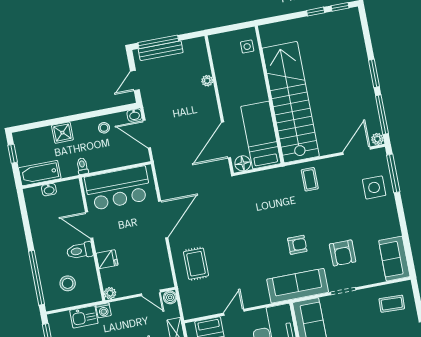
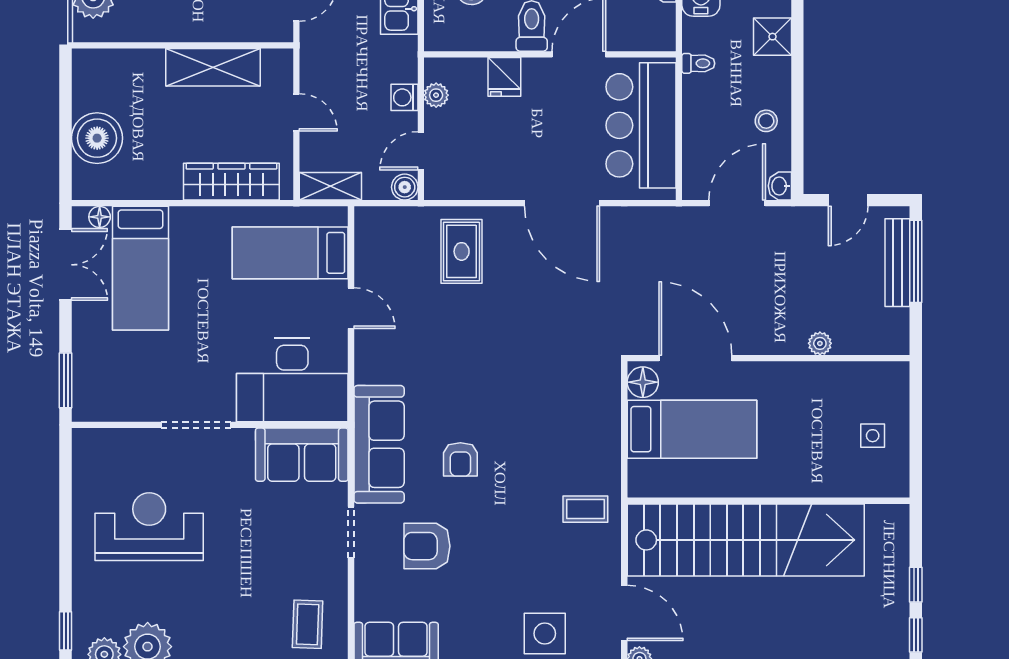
door: (135, 81) -> (848, 200), swing flipped
wall: (269, 95) -> (769, 501), moved
stairs: (291, 102) -> (746, 540), moved
rug: (196, 264) -> (462, 251), turned 90
plant: (110, 293) -> (436, 95), moved
washing machine: (103, 310) -> (404, 97), moved

